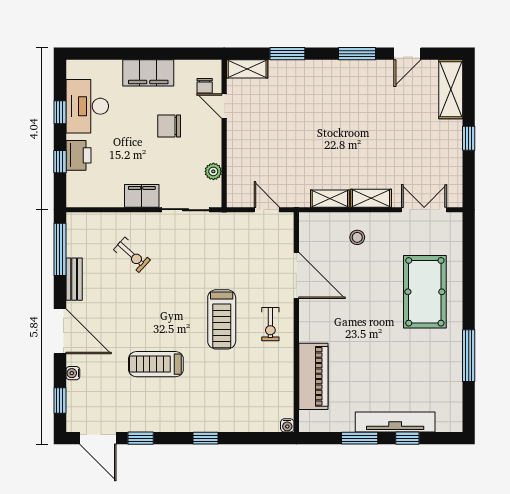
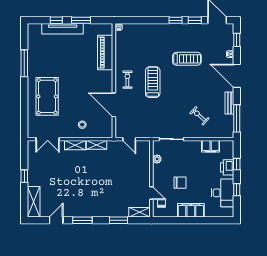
filing cabinet: (142, 196) -> (211, 146), moved
window: (206, 438) -> (176, 20), moved

